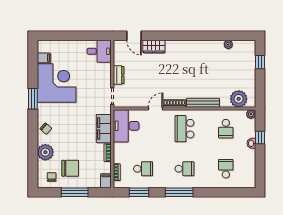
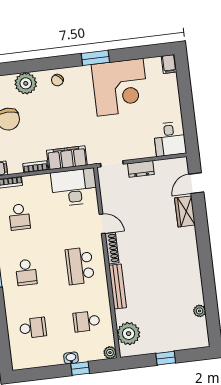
filing cabinet: (44, 58) -> (169, 64), moved
window: (260, 62) -> (166, 358), moved
school desk: (184, 129) -> (80, 266), turned -90

